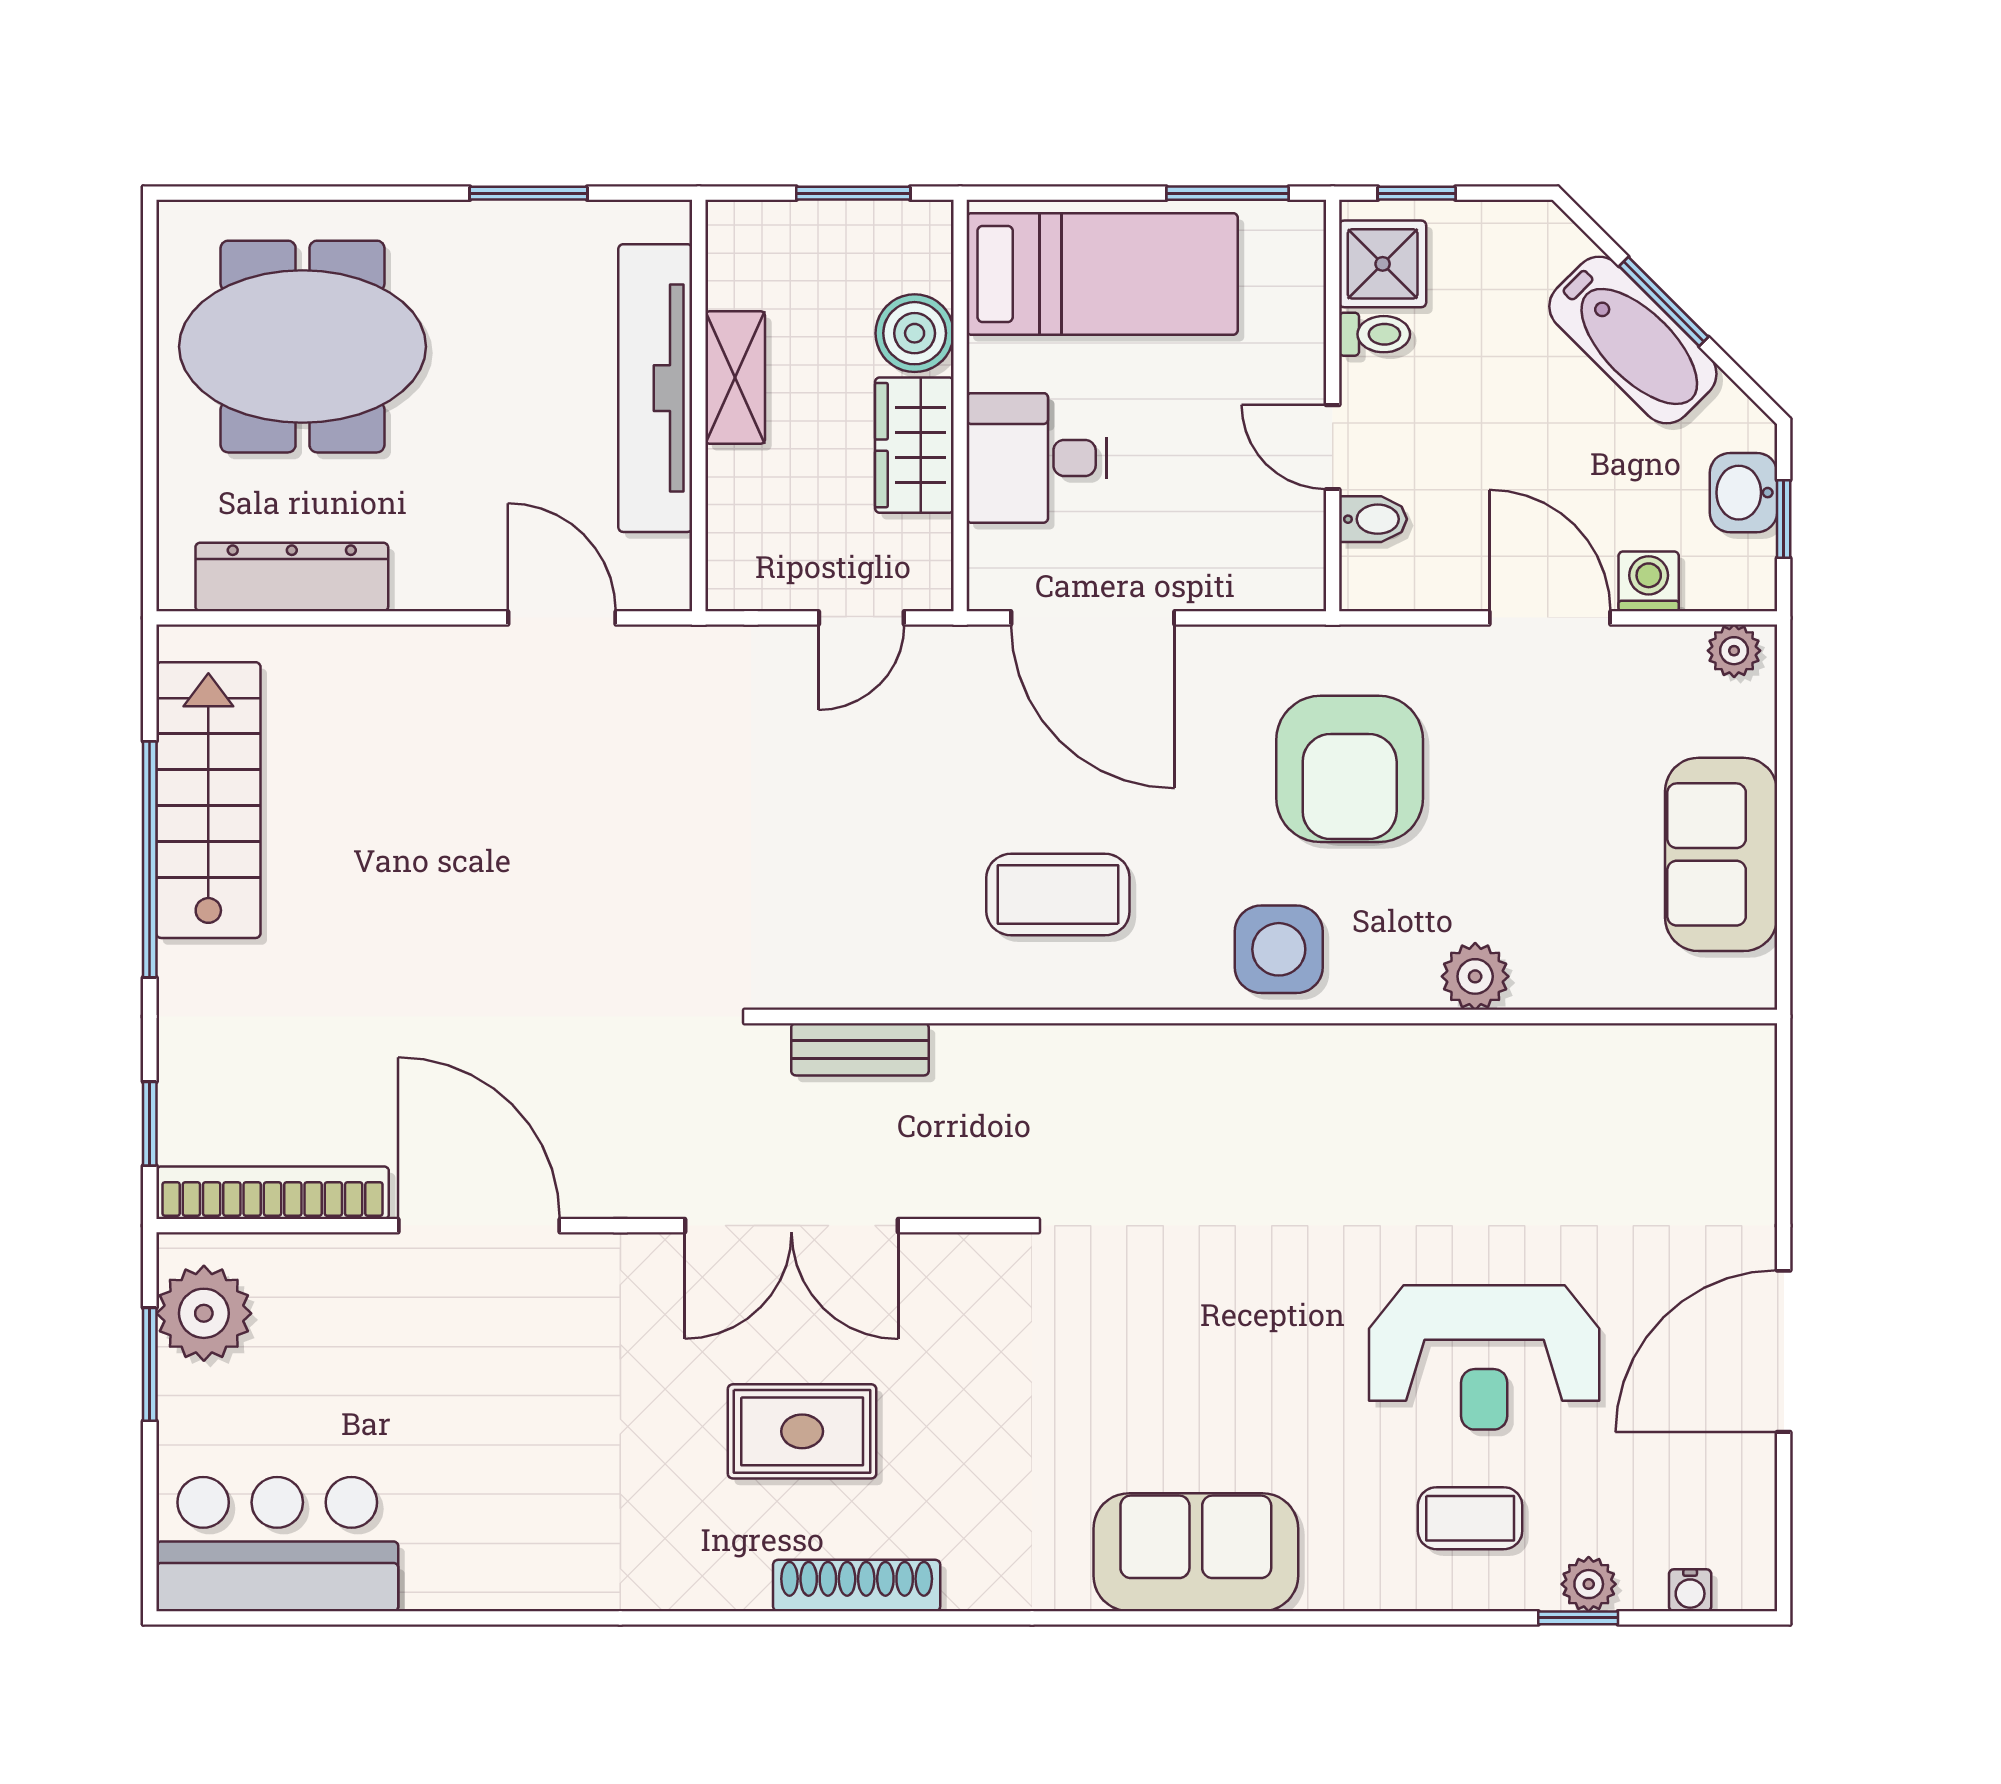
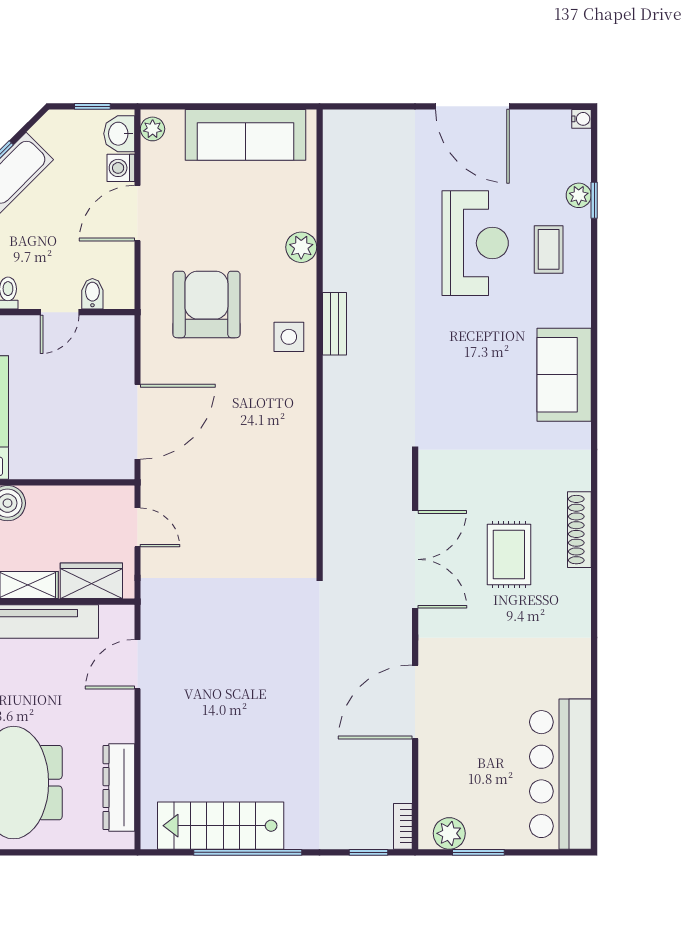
wardrobe: (914, 445) -> (91, 581), moved, turned 180
desk: (1037, 458) -> (64, 447), removed
washbasin: (1743, 493) -> (119, 134), moved, turned 90
armchair: (1350, 769) -> (206, 304), turned -90
sofa: (1721, 854) -> (246, 135), width x1.36
coffee table: (1058, 895) -> (264, 438), removed
side table: (1279, 949) -> (289, 337), width x0.73, depth x0.73
bench: (860, 1049) -> (335, 324), moved
bookcase: (273, 1193) -> (403, 826), width x0.43, depth x0.76
plant: (204, 1313) -> (449, 833), width x0.73, depth x0.73
bar counter: (277, 1544) -> (560, 774), width x1.36
water cooler: (1690, 1590) -> (582, 119), moved

